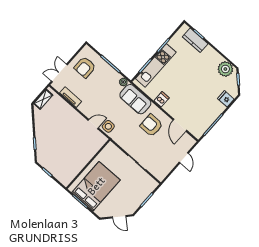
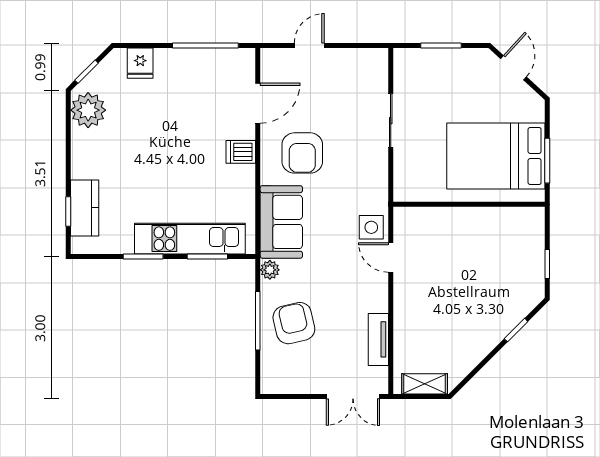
armchair: (85, 67) -> (294, 323), moved, turned -103
dishwasher: (162, 99) -> (241, 152), moved

